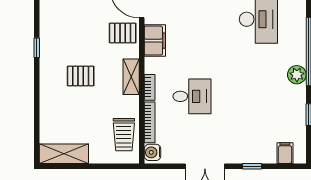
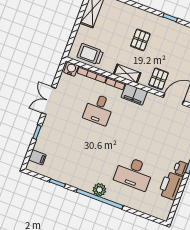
filing cabinet: (155, 41) -> (134, 94), moved
plant: (297, 75) -> (99, 190), moved

